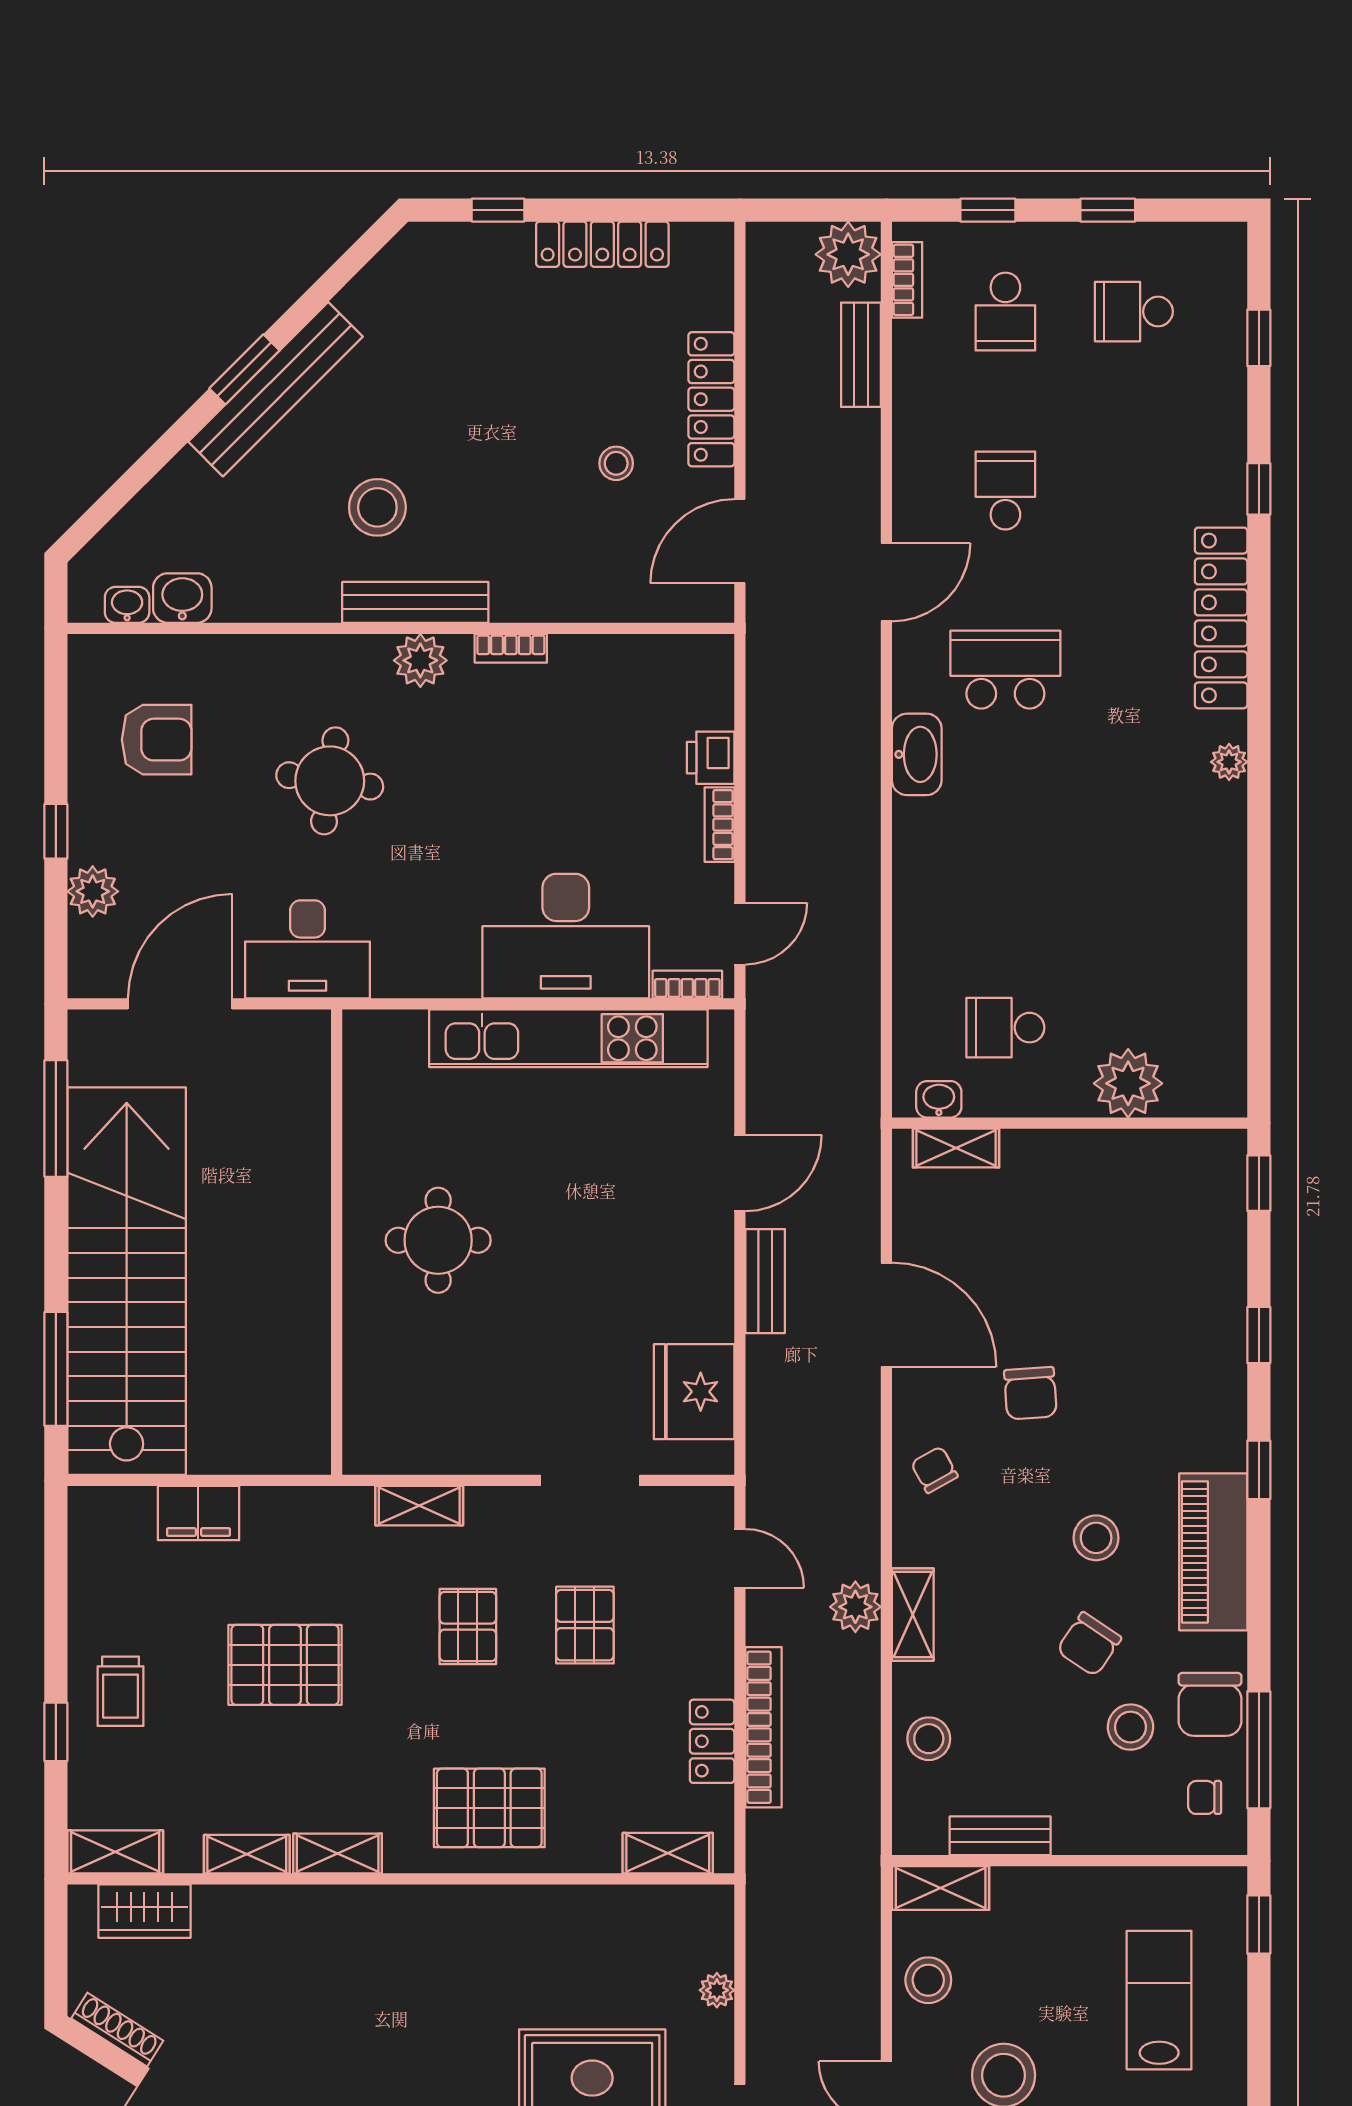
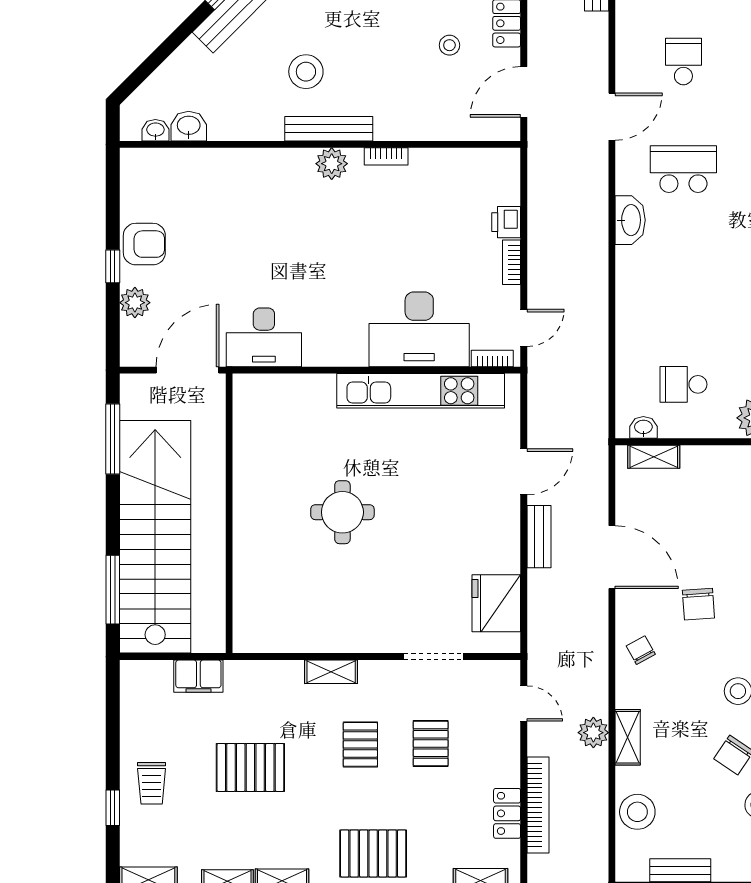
armchair: (157, 740) -> (144, 244), moved
round table: (330, 781) -> (277, 236), removed
wall: (337, 1242) -> (229, 513), moved
stool: (929, 1739) -> (637, 812), width x1.38, depth x1.38

